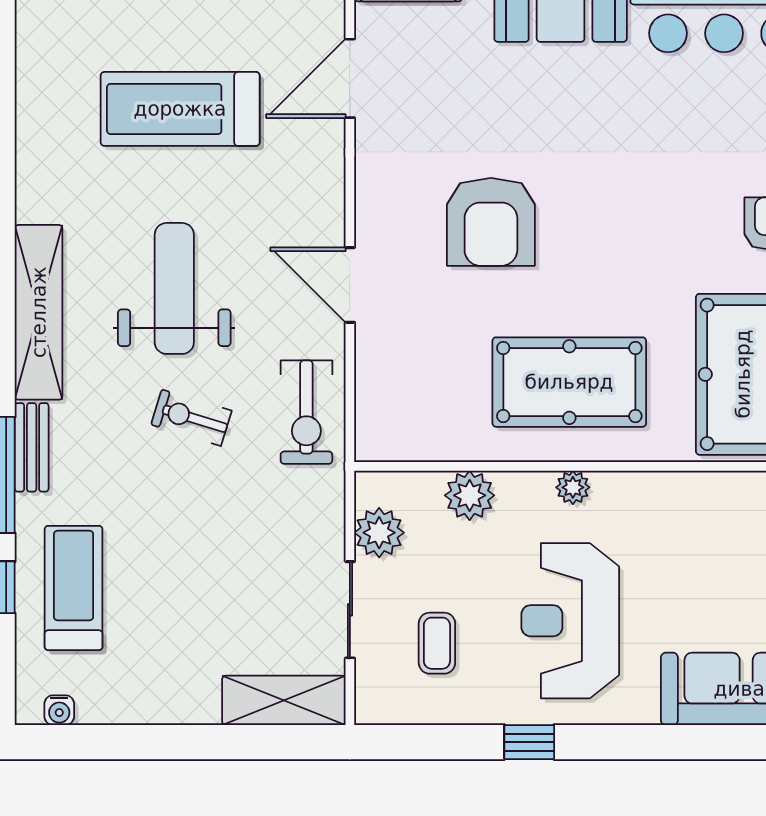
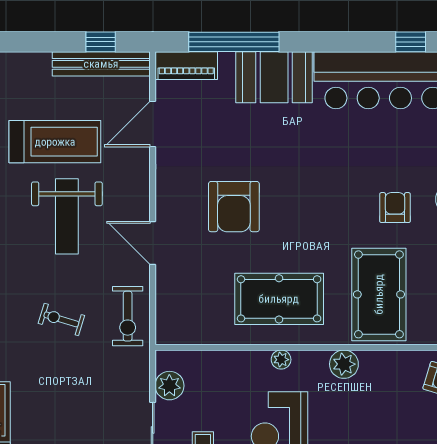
treadmill: (180, 109) -> (55, 142), turned 180
weight bench: (174, 288) -> (67, 216), moved, turned 180
plant: (470, 495) -> (344, 364), moved

